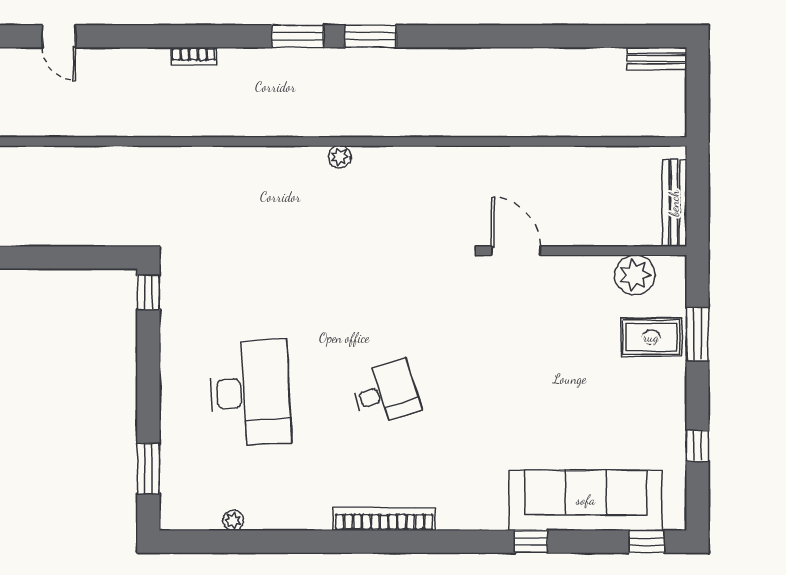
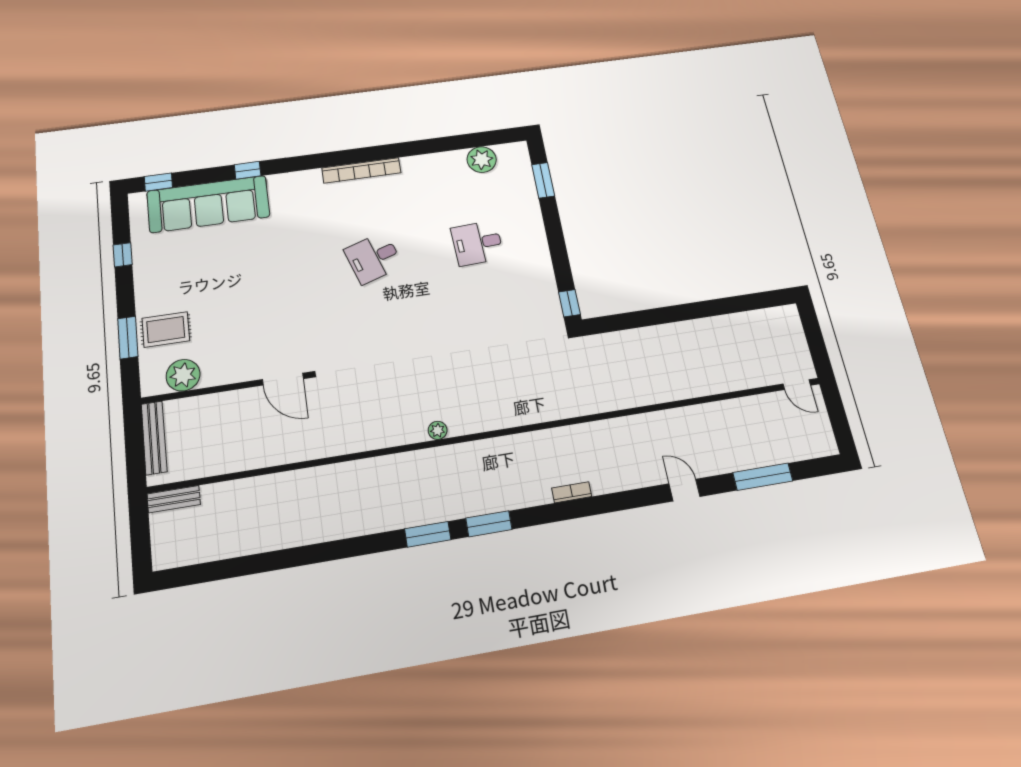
bench: (657, 59) -> (174, 499), moved
desk: (250, 393) -> (477, 243), width x0.53, depth x0.77
plant: (233, 520) -> (482, 160), width x1.88, depth x1.88

